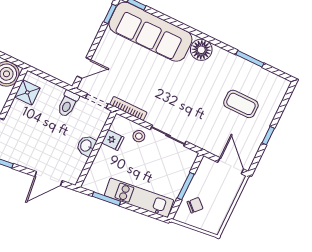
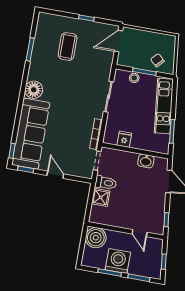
door: (84, 68) -> (55, 175), moved
shower: (27, 92) -> (101, 197), moved
stool: (139, 136) -> (134, 78), moved
washbasin: (86, 146) -> (146, 161), moved

